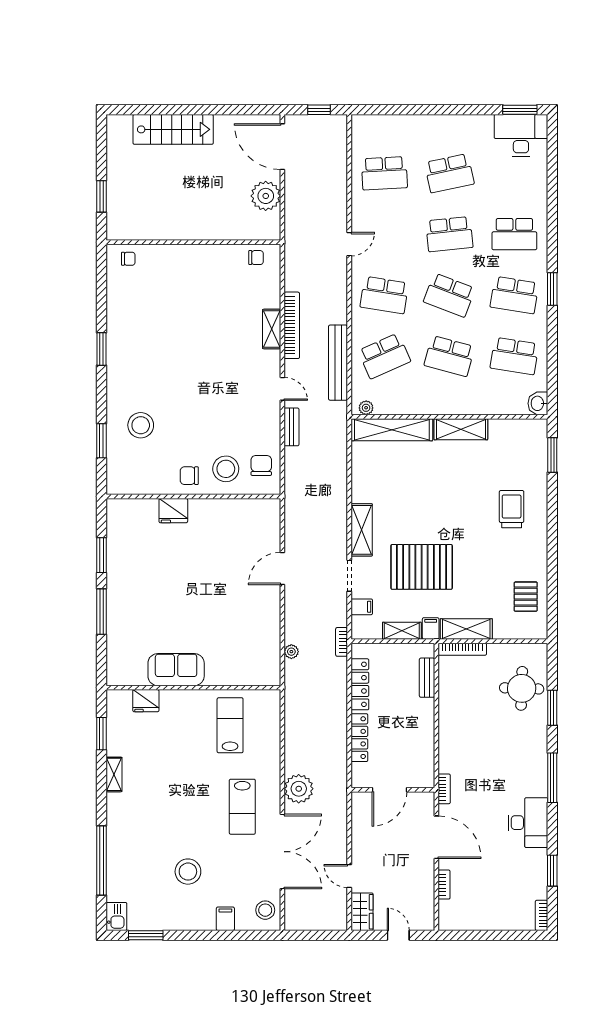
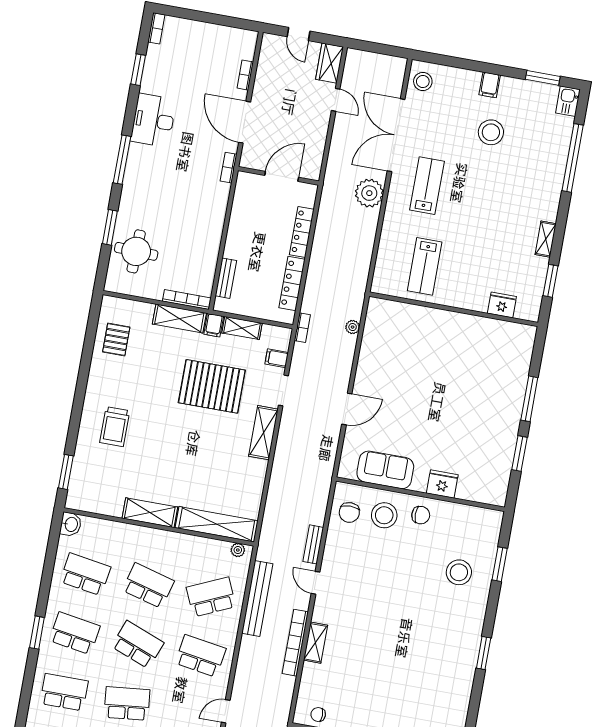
sofa: (176, 670) -> (385, 470), moved, turned 180
filing cabinet: (225, 919) -> (490, 85), moved

